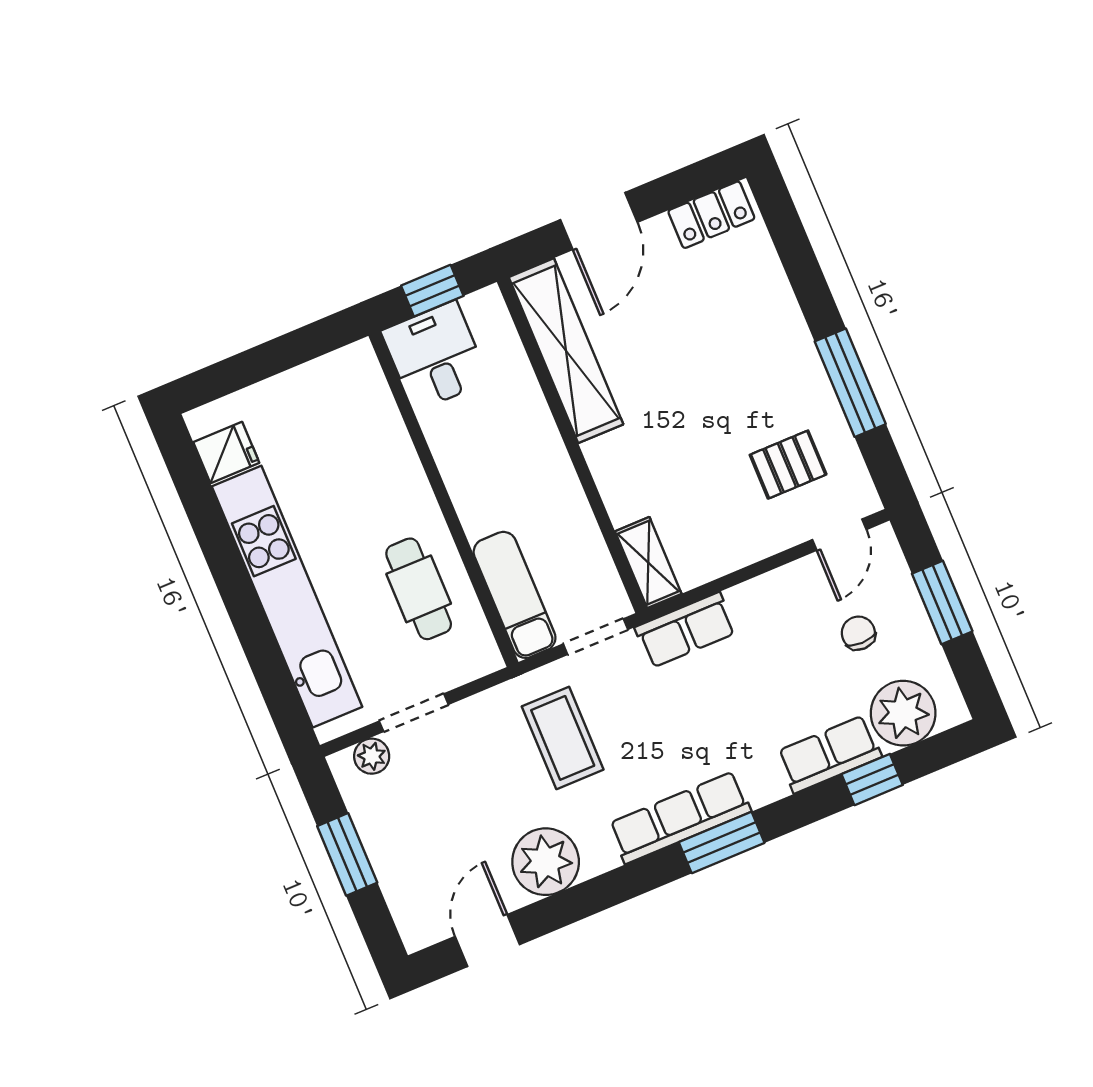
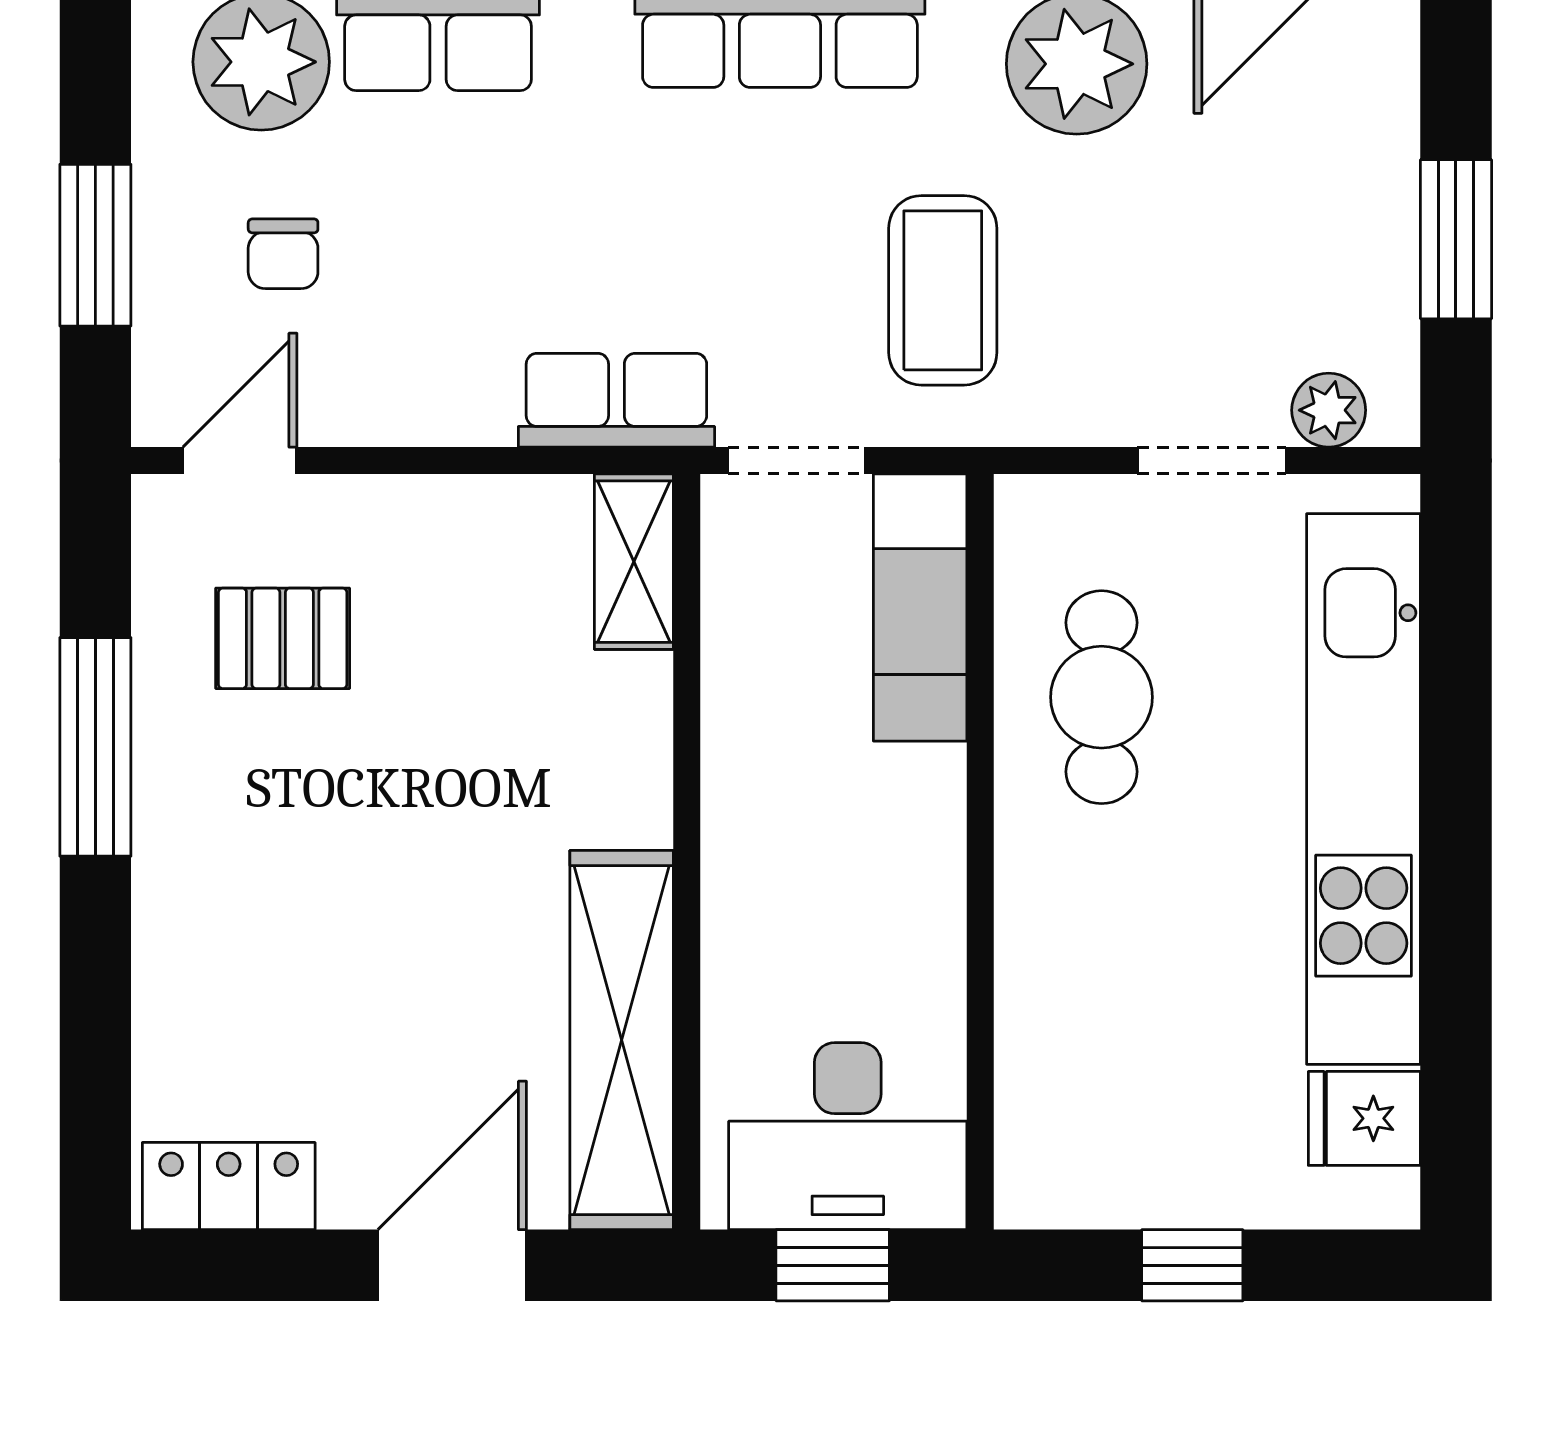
desk: (435, 356) -> (848, 1136), width x1.37
window: (275, 357) -> (1192, 1265), added

